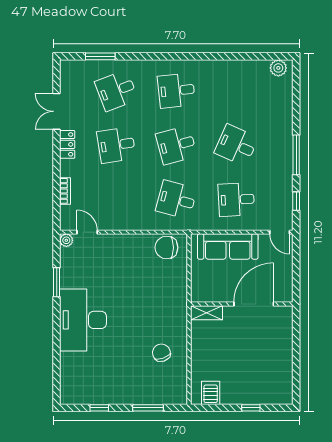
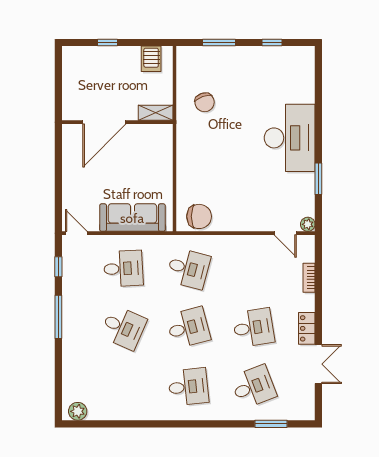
wall: (242, 304) -> (117, 122), moved
door: (254, 304) -> (104, 122), moved
shelving: (206, 313) -> (156, 113), moved

